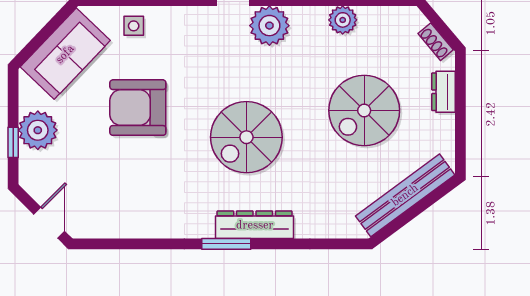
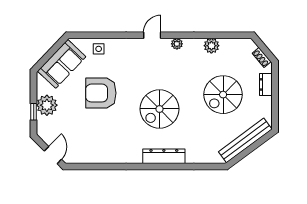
plant: (269, 26) -> (177, 44), width x0.53, depth x0.53
window: (226, 244) -> (149, 167), removed

